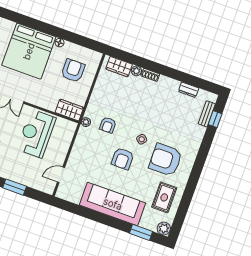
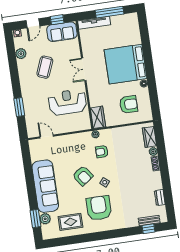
armchair: (123, 159) -> (83, 176), turned -126
plant: (164, 228) -> (45, 219), moved

